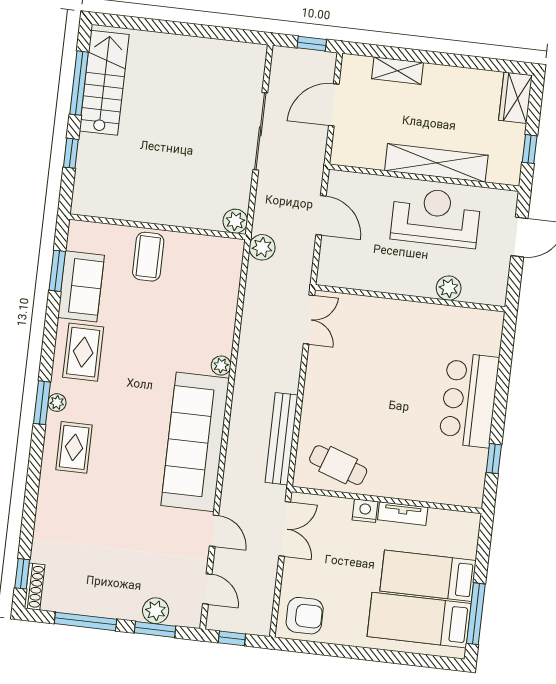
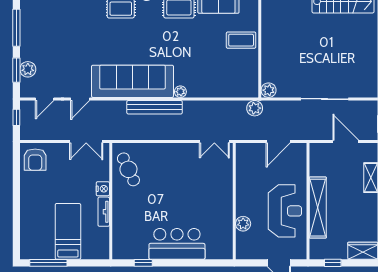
bench: (281, 439) -> (155, 107), moved
cafe table: (338, 465) -> (128, 169), turned -44
bed: (419, 620) -> (41, 229), removed

